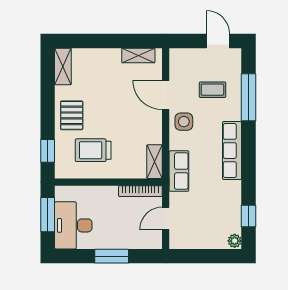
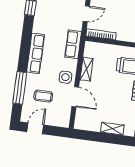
door: (218, 41) -> (35, 128), swing flipped
shelving: (138, 56) -> (112, 129), moved
shelving: (155, 162) -> (87, 69), moved

